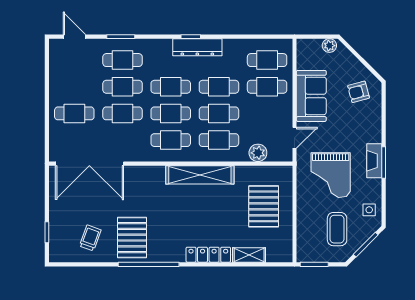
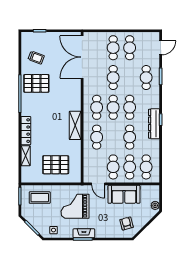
cafe table: (123, 87) -> (130, 48), moved
cafe table: (219, 113) -> (113, 167), moved
plant: (258, 153) -> (89, 161), removed
shelving: (200, 175) -> (75, 125), width x0.68
coffee table: (337, 229) -> (40, 198), moved

